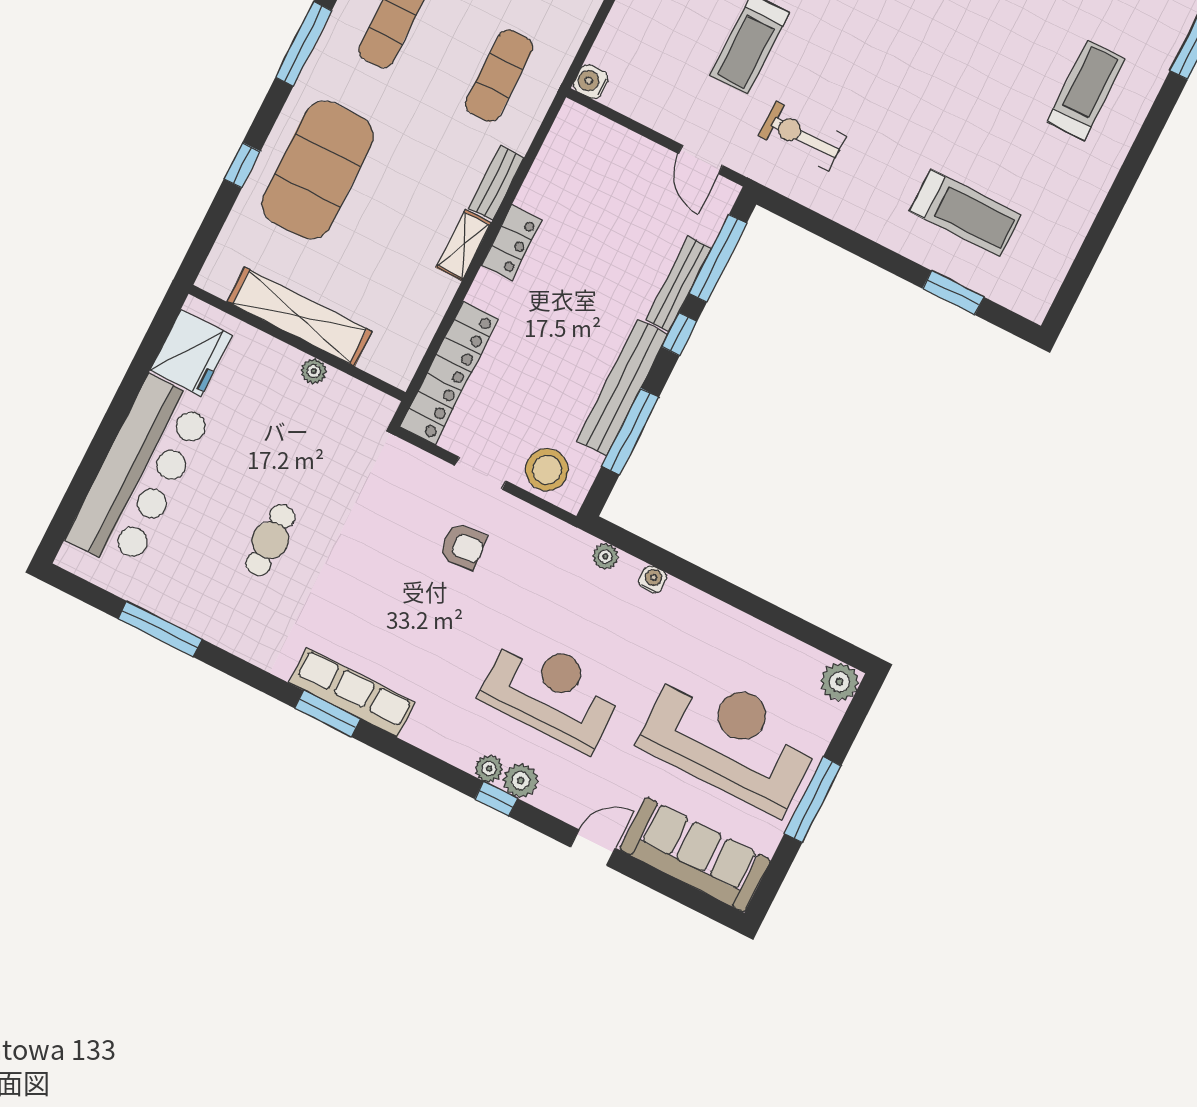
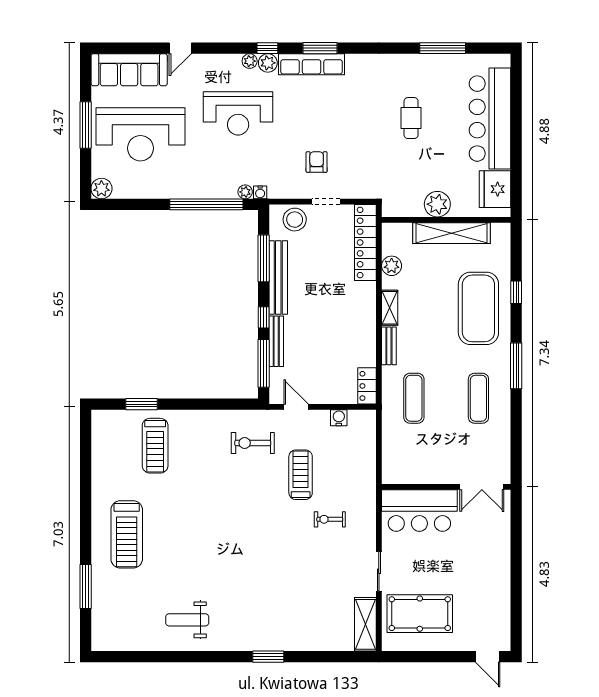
water cooler: (591, 82) -> (339, 418), moved, turned -90
treadmill: (1086, 90) -> (127, 534), width x1.37, depth x1.38
exercise bike: (802, 136) -> (253, 443), turned 180
treadmill: (965, 213) -> (155, 446), turned -90
locker: (512, 243) -> (367, 386), moved
plant: (426, 313) -> (392, 266), added
plant: (314, 371) -> (437, 204), width x1.88, depth x1.88
armchair: (463, 546) -> (317, 162), turned 95
window: (680, 568) -> (206, 204), added
water cooler: (653, 579) -> (260, 192), moved
row of seats: (352, 693) -> (312, 64), moved
window: (327, 714) -> (320, 48), moved
plant: (521, 781) -> (268, 63), moved
window: (496, 799) -> (267, 48), moved

